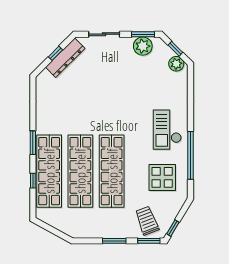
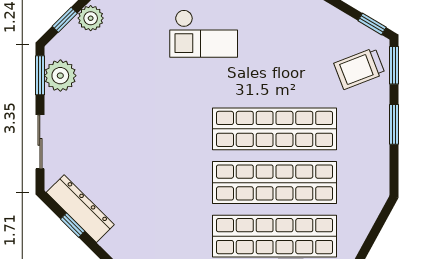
display table: (162, 177) -> (285, 42), removed

